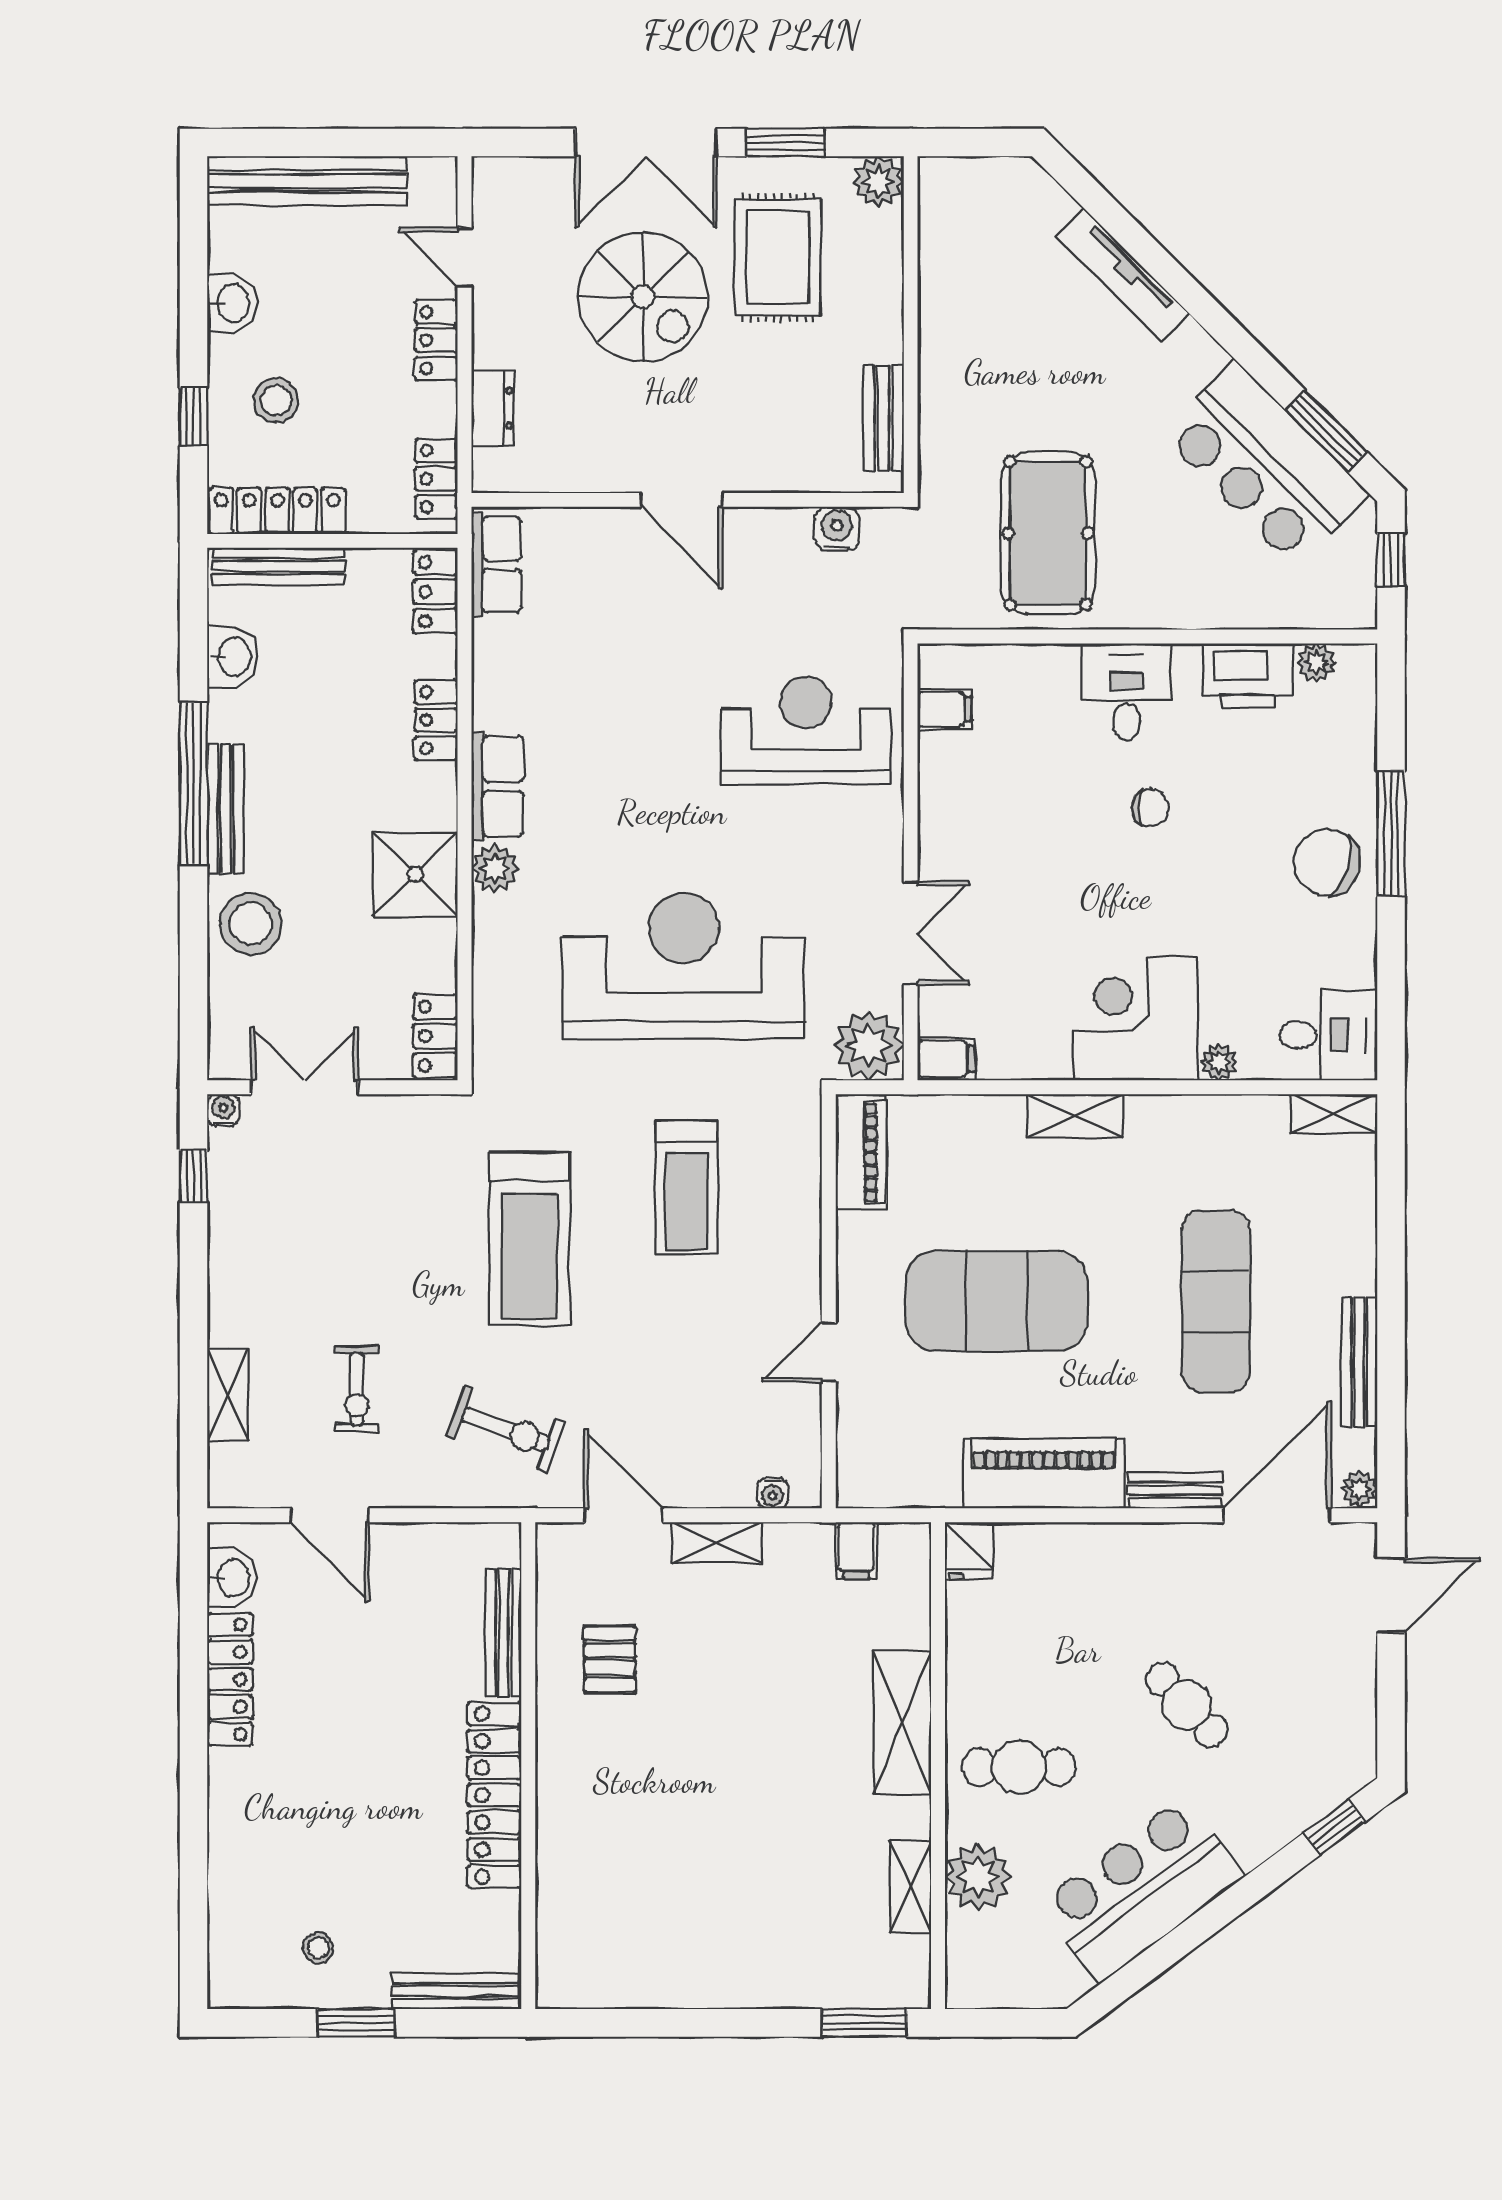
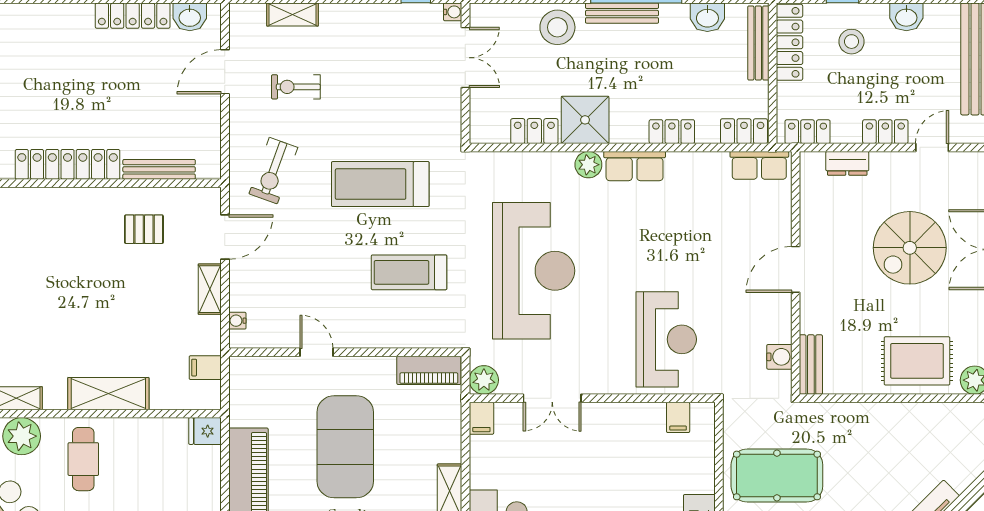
rug: (778, 258) -> (917, 361), moved
bench: (884, 418) -> (811, 365), moved, turned 90
locker: (435, 1036) -> (534, 131), moved
plant: (869, 1045) -> (484, 380), width x0.73, depth x0.73

